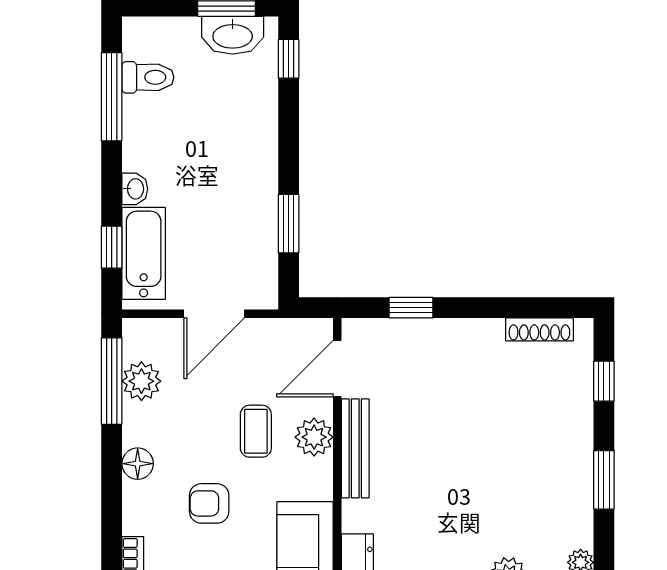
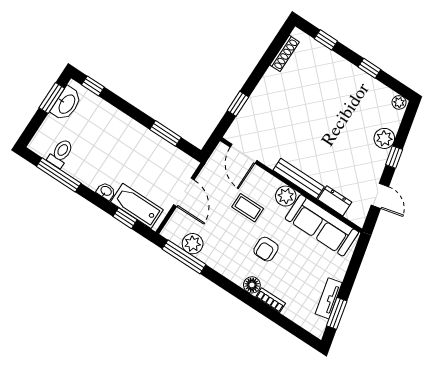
plant: (314, 437) -> (286, 196), moved
bench: (355, 448) -> (299, 179), moved
floor lamp: (138, 464) -> (252, 285), moved
window: (604, 480) -> (369, 68), width x0.67

